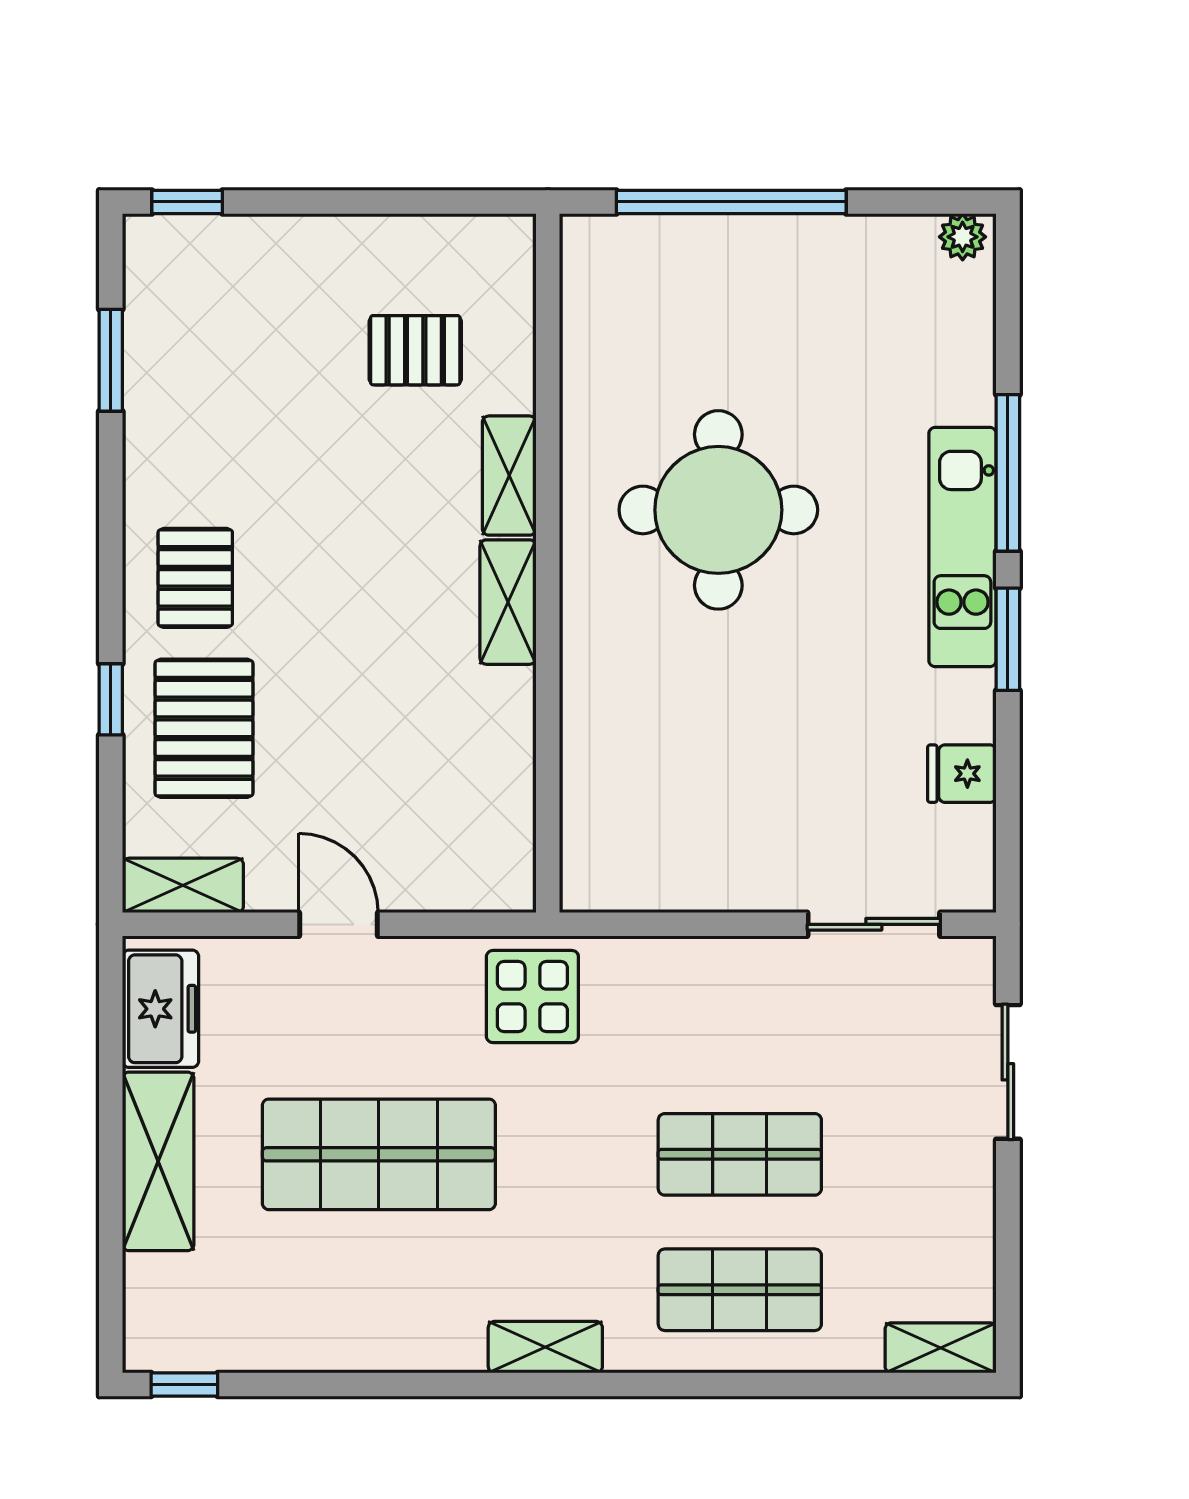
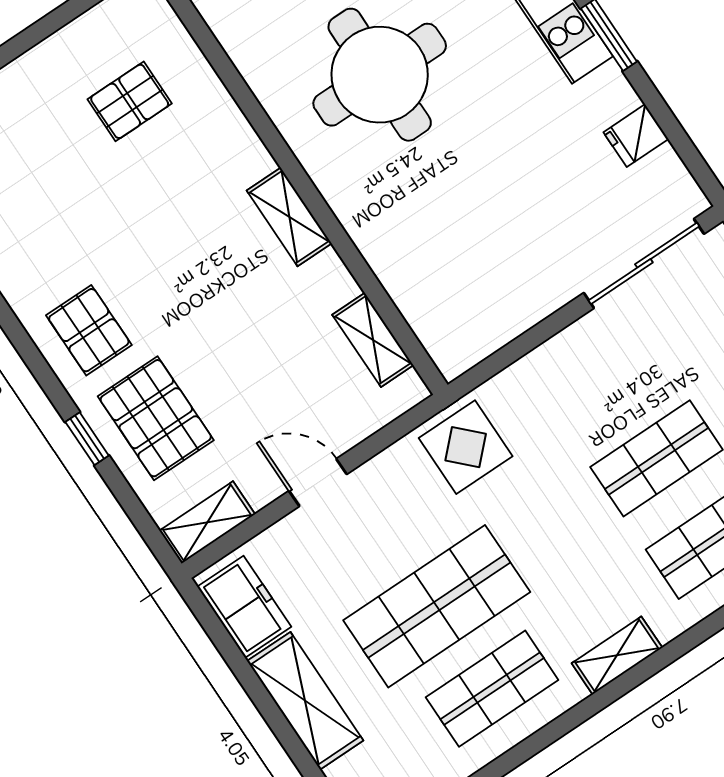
shelving: (509, 476) -> (373, 340), moved
sliding door: (874, 924) -> (644, 263), width x1.37
shop shelf: (379, 1290) -> (492, 689), added

